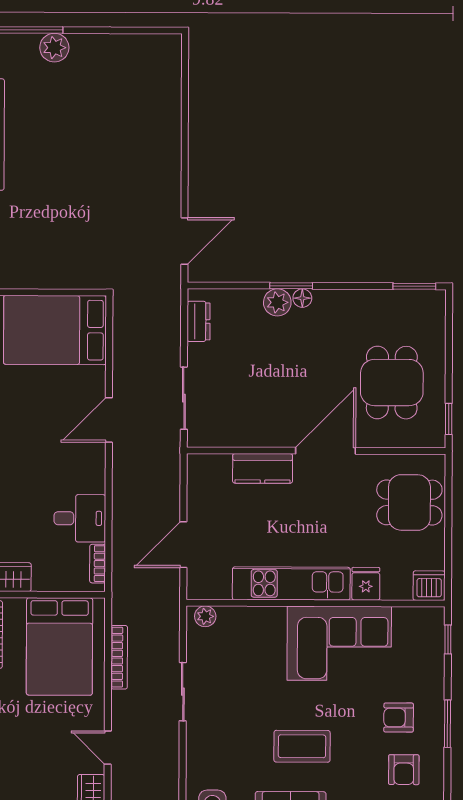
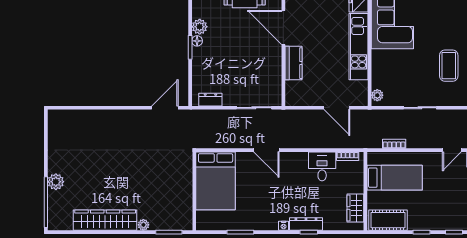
door: (184, 241) -> (165, 108), hinge flipped
plant: (277, 302) -> (200, 27), moved
bed: (59, 646) -> (395, 178), width x0.67
bookcase: (119, 657) -> (394, 144), width x0.64
coffee table: (302, 746) -> (449, 66), moved

